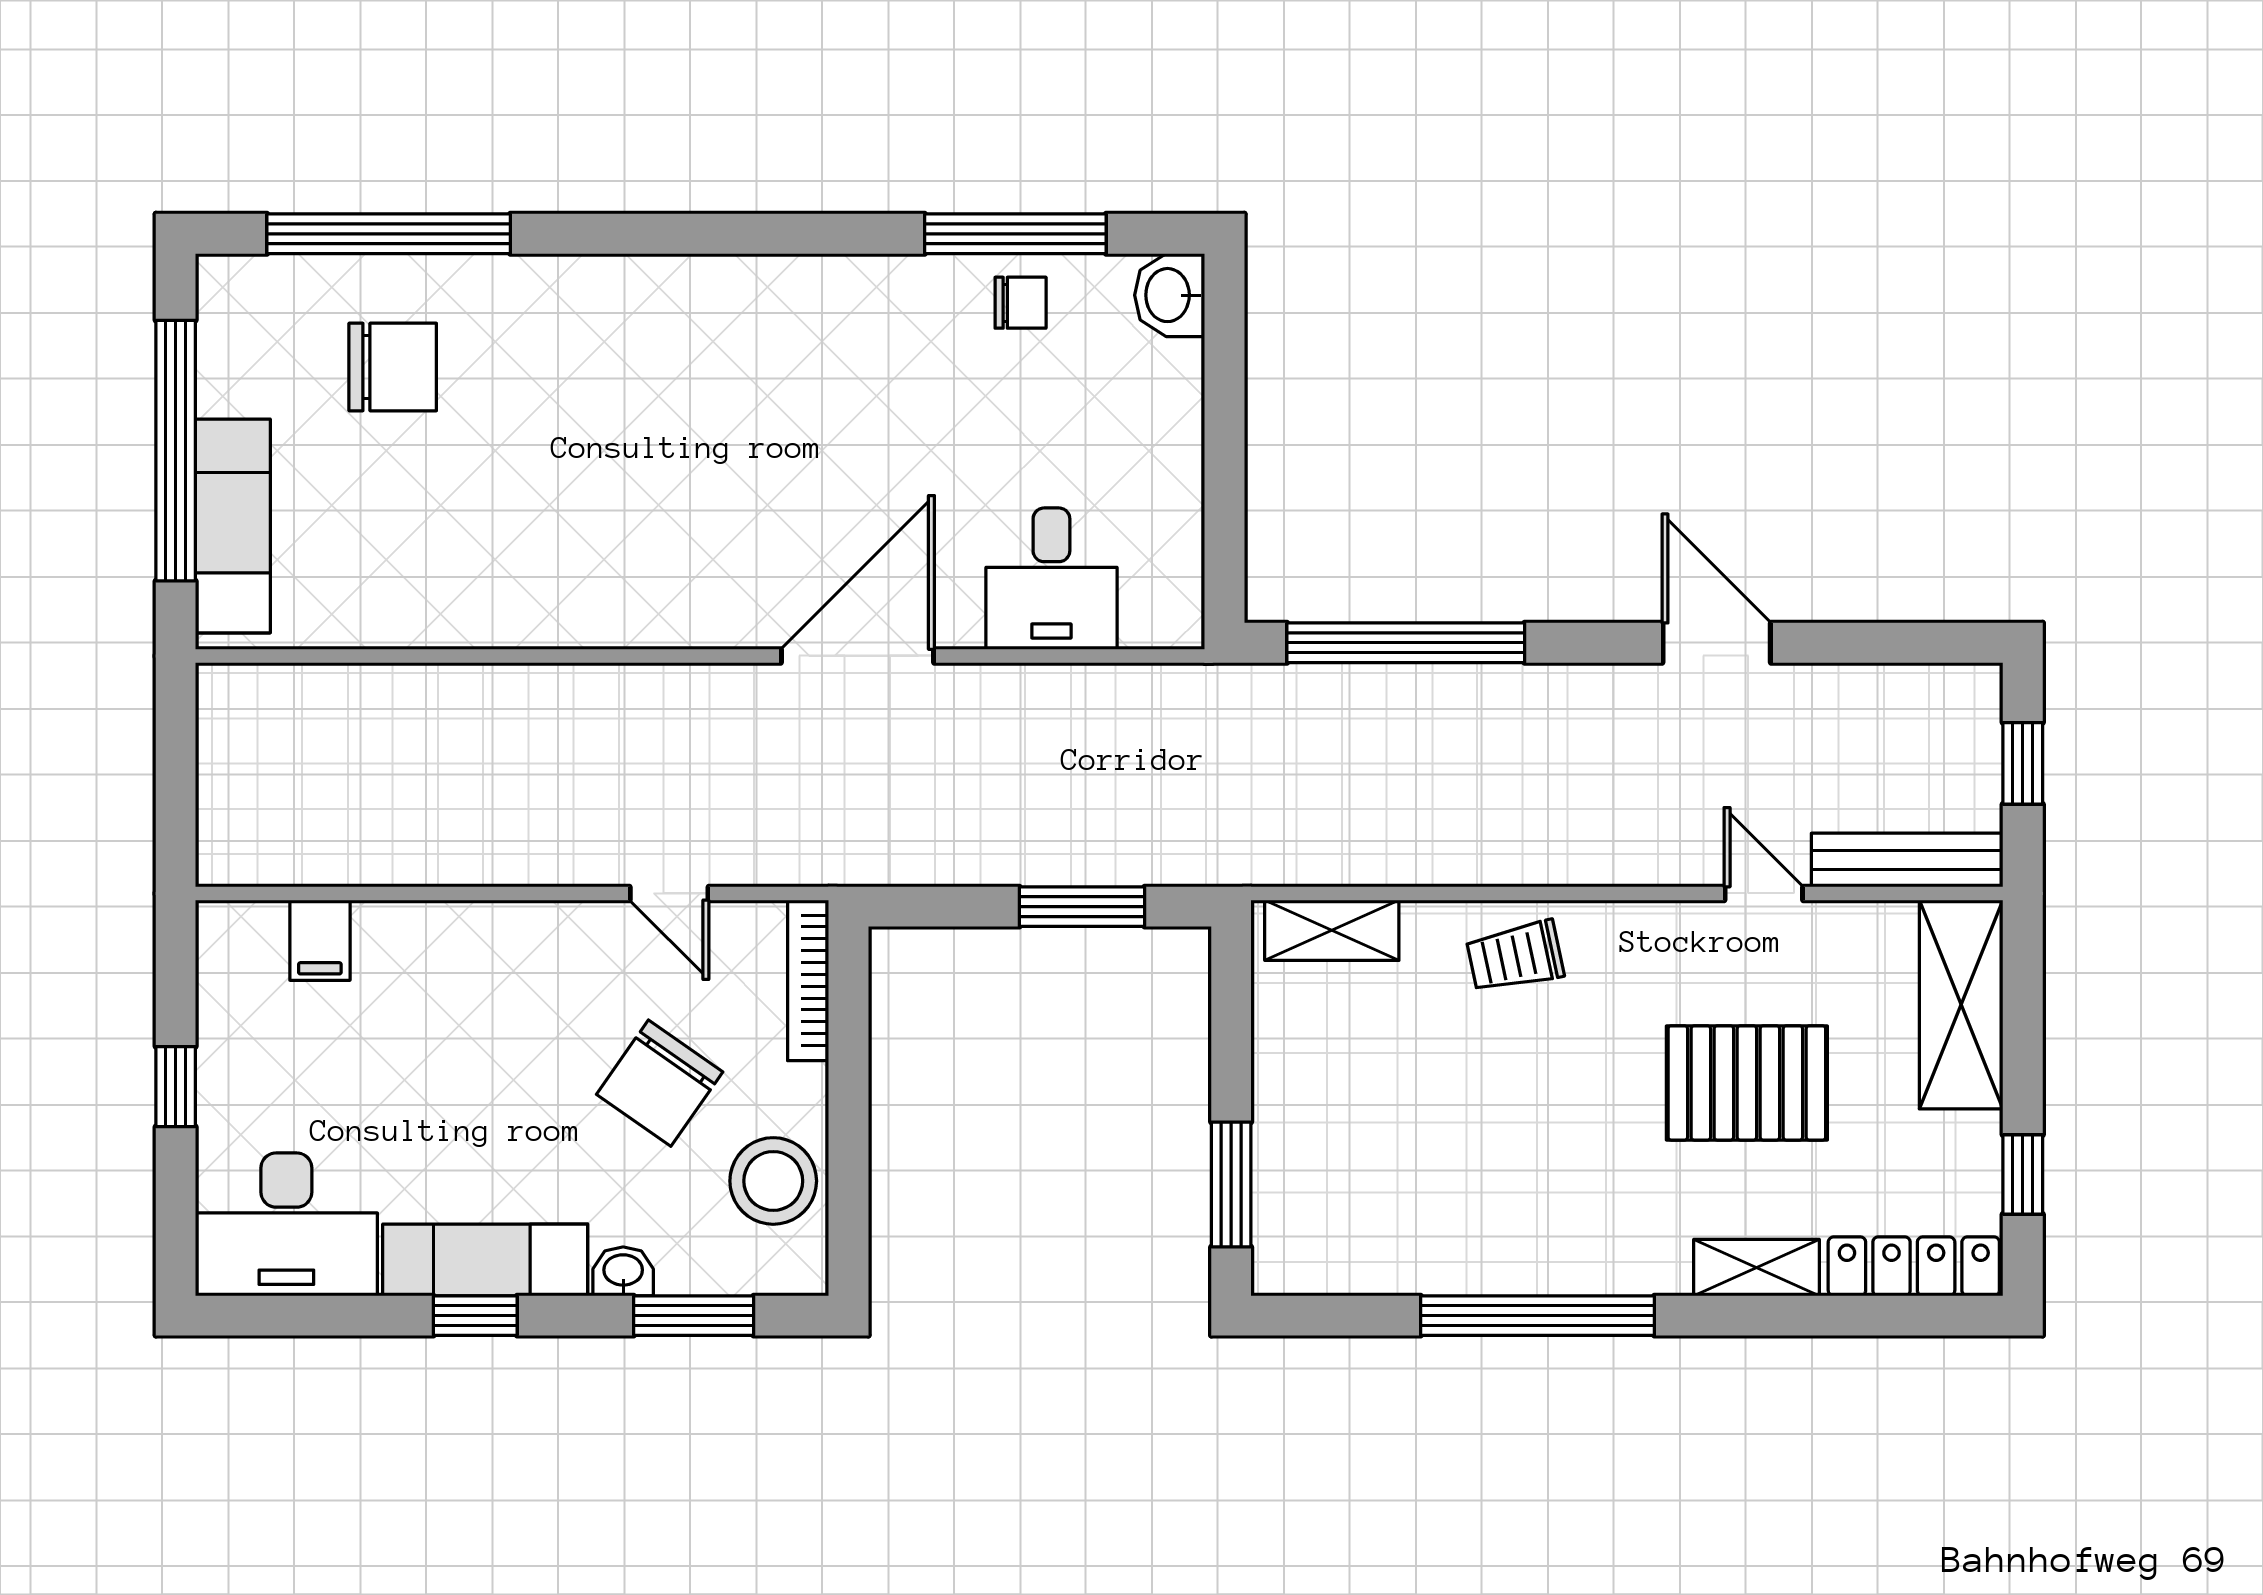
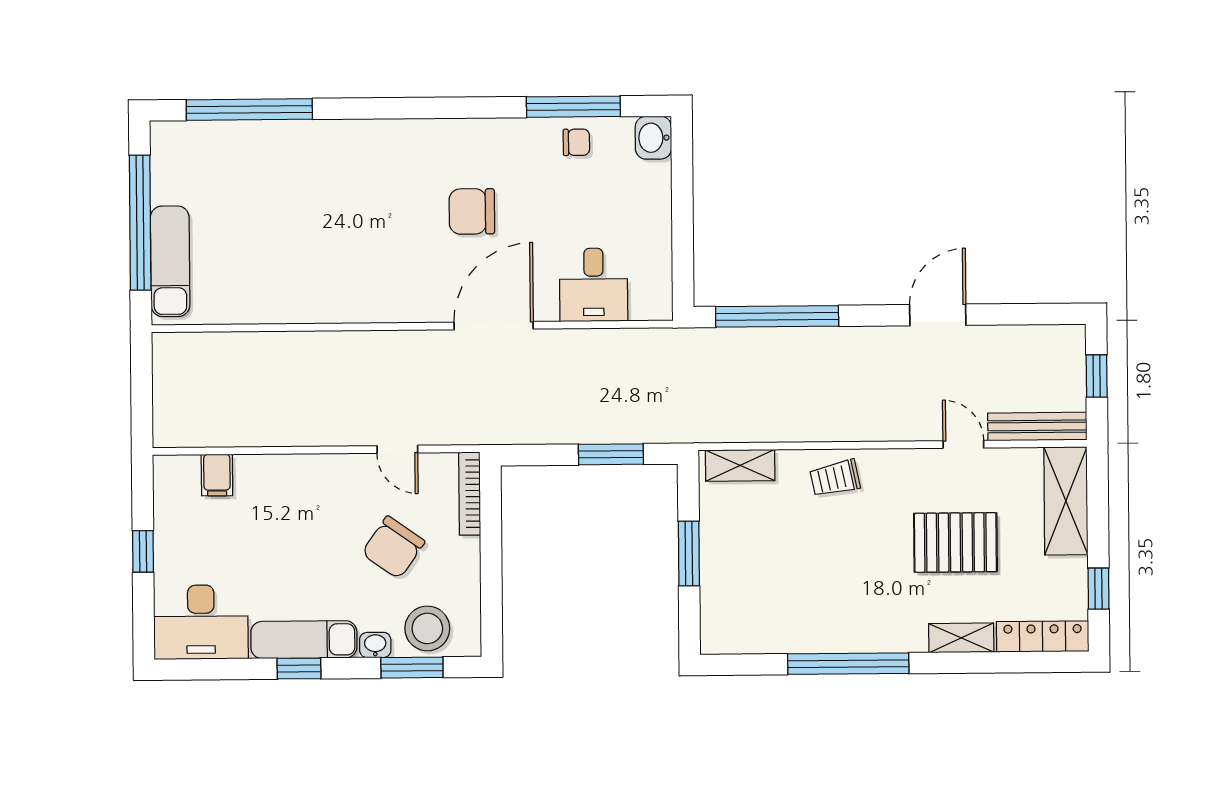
chair: (393, 367) -> (472, 211), moved, turned 180
door: (1717, 643) -> (938, 315), hinge flipped
stool: (773, 1181) -> (427, 628), moved
window: (1231, 1184) -> (689, 554), moved

